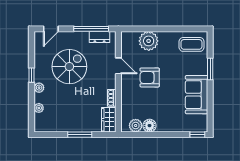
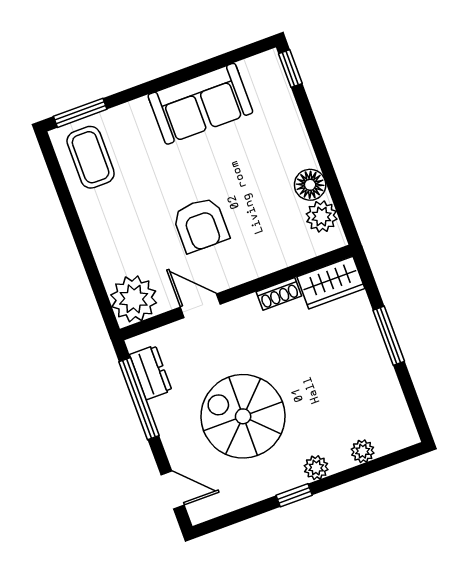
plant: (149, 41) -> (134, 299), moved
door: (118, 66) -> (200, 306), hinge flipped
window: (210, 69) -> (80, 113), moved

